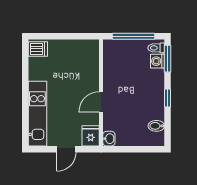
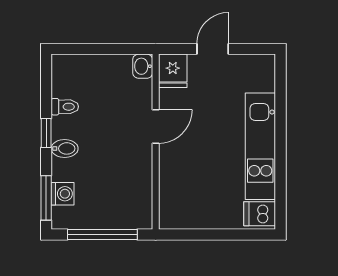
toilet: (156, 48) -> (65, 107), moved
kitchen unit: (37, 114) -> (260, 146), moved
bidet: (156, 126) -> (65, 148), moved

